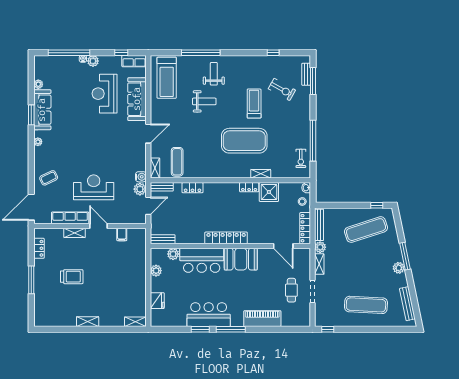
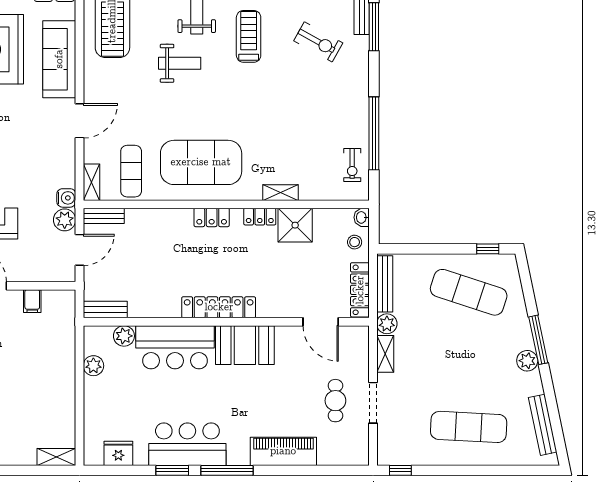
treadmill: (254, 104) -> (249, 36), moved
exercise mat: (244, 141) -> (201, 162), moved
locker: (192, 188) -> (212, 217), moved
exercise mat: (366, 230) -> (469, 292), turned 36
fridge: (157, 301) -> (118, 453), moved, turned -90

